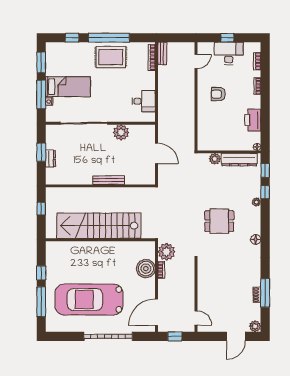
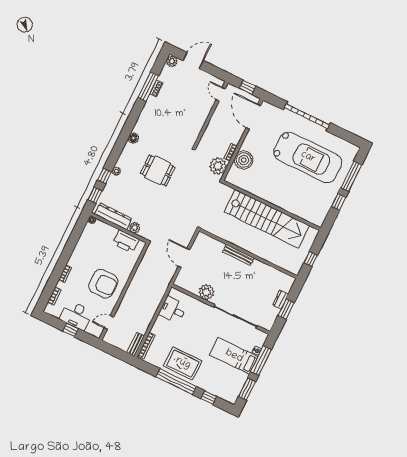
armchair: (218, 94) -> (103, 284), width x1.88, depth x1.88
printer: (253, 120) -> (126, 241), moved, turned 90
door: (156, 312) -> (253, 117), swing flipped

